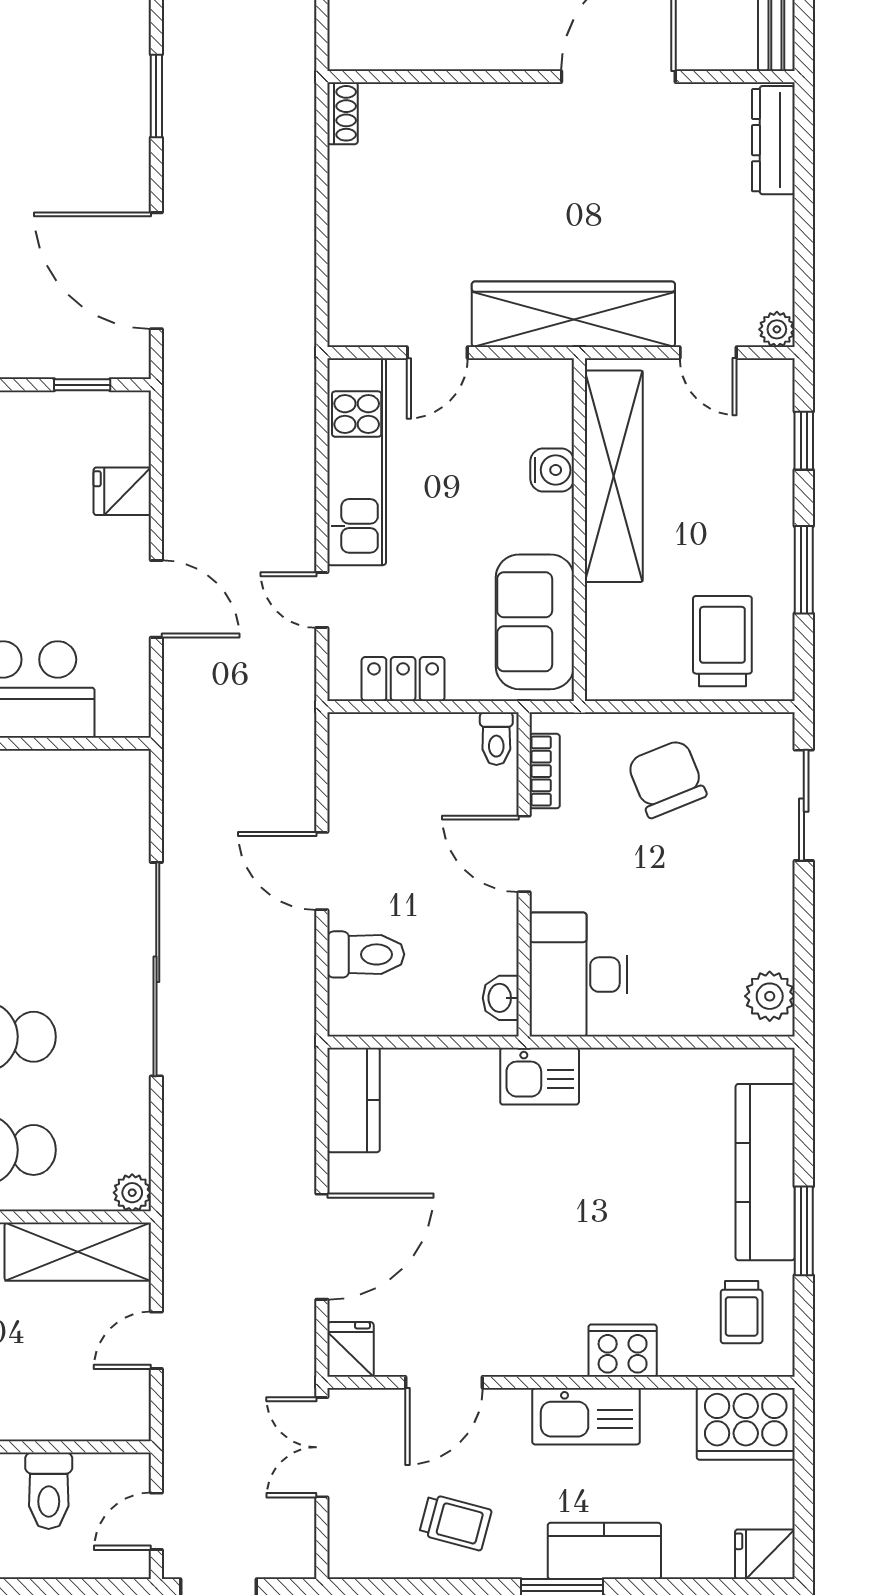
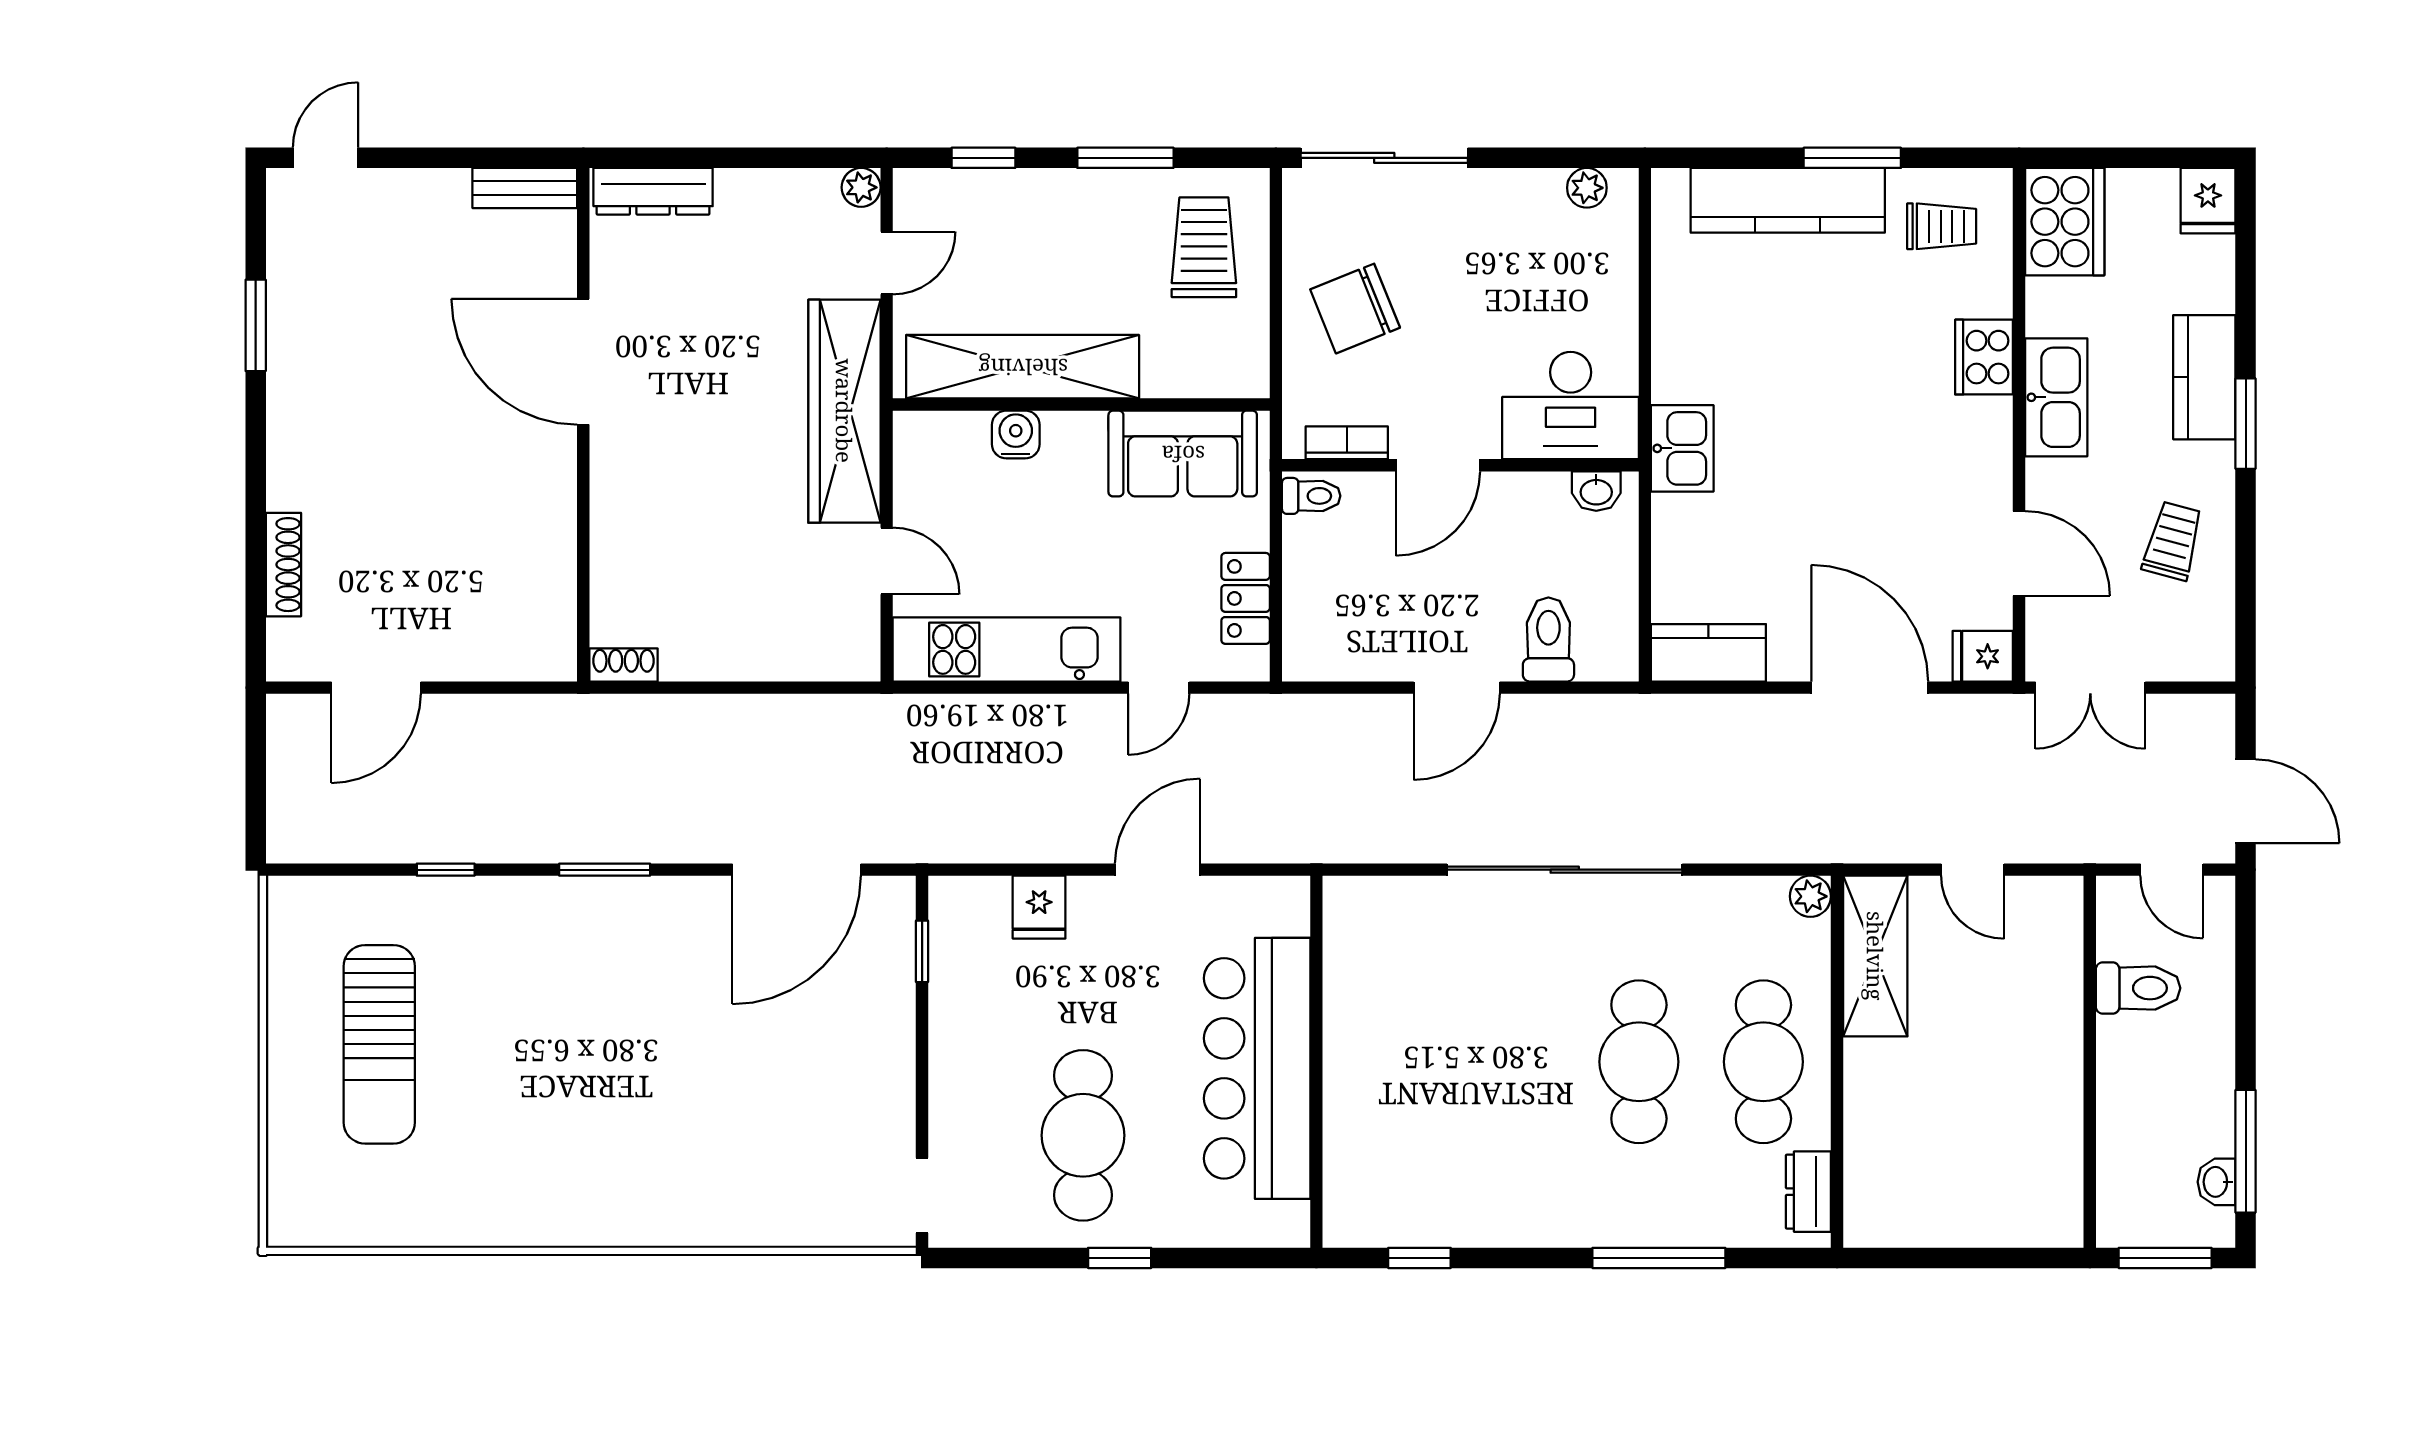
trolley: (722, 641) -> (1204, 247), turned 90
sliding door: (804, 805) -> (1384, 158), width x1.37
plant: (770, 996) -> (1587, 188), width x0.73, depth x0.73

